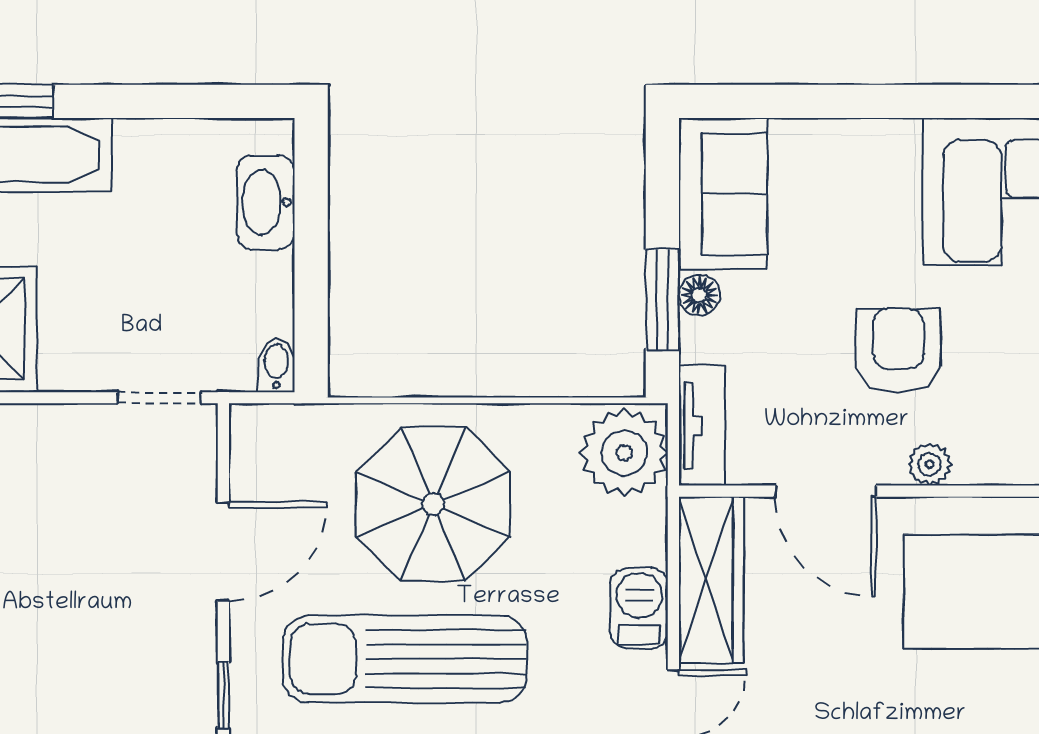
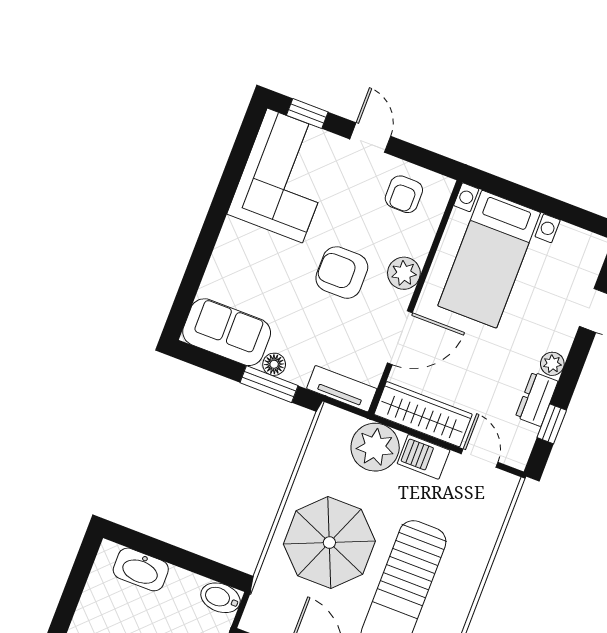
bidet: (276, 365) -> (220, 598), width x1.38, depth x1.36
plant: (624, 453) -> (375, 447), moved
plant: (930, 464) -> (404, 273), width x1.38, depth x1.38

